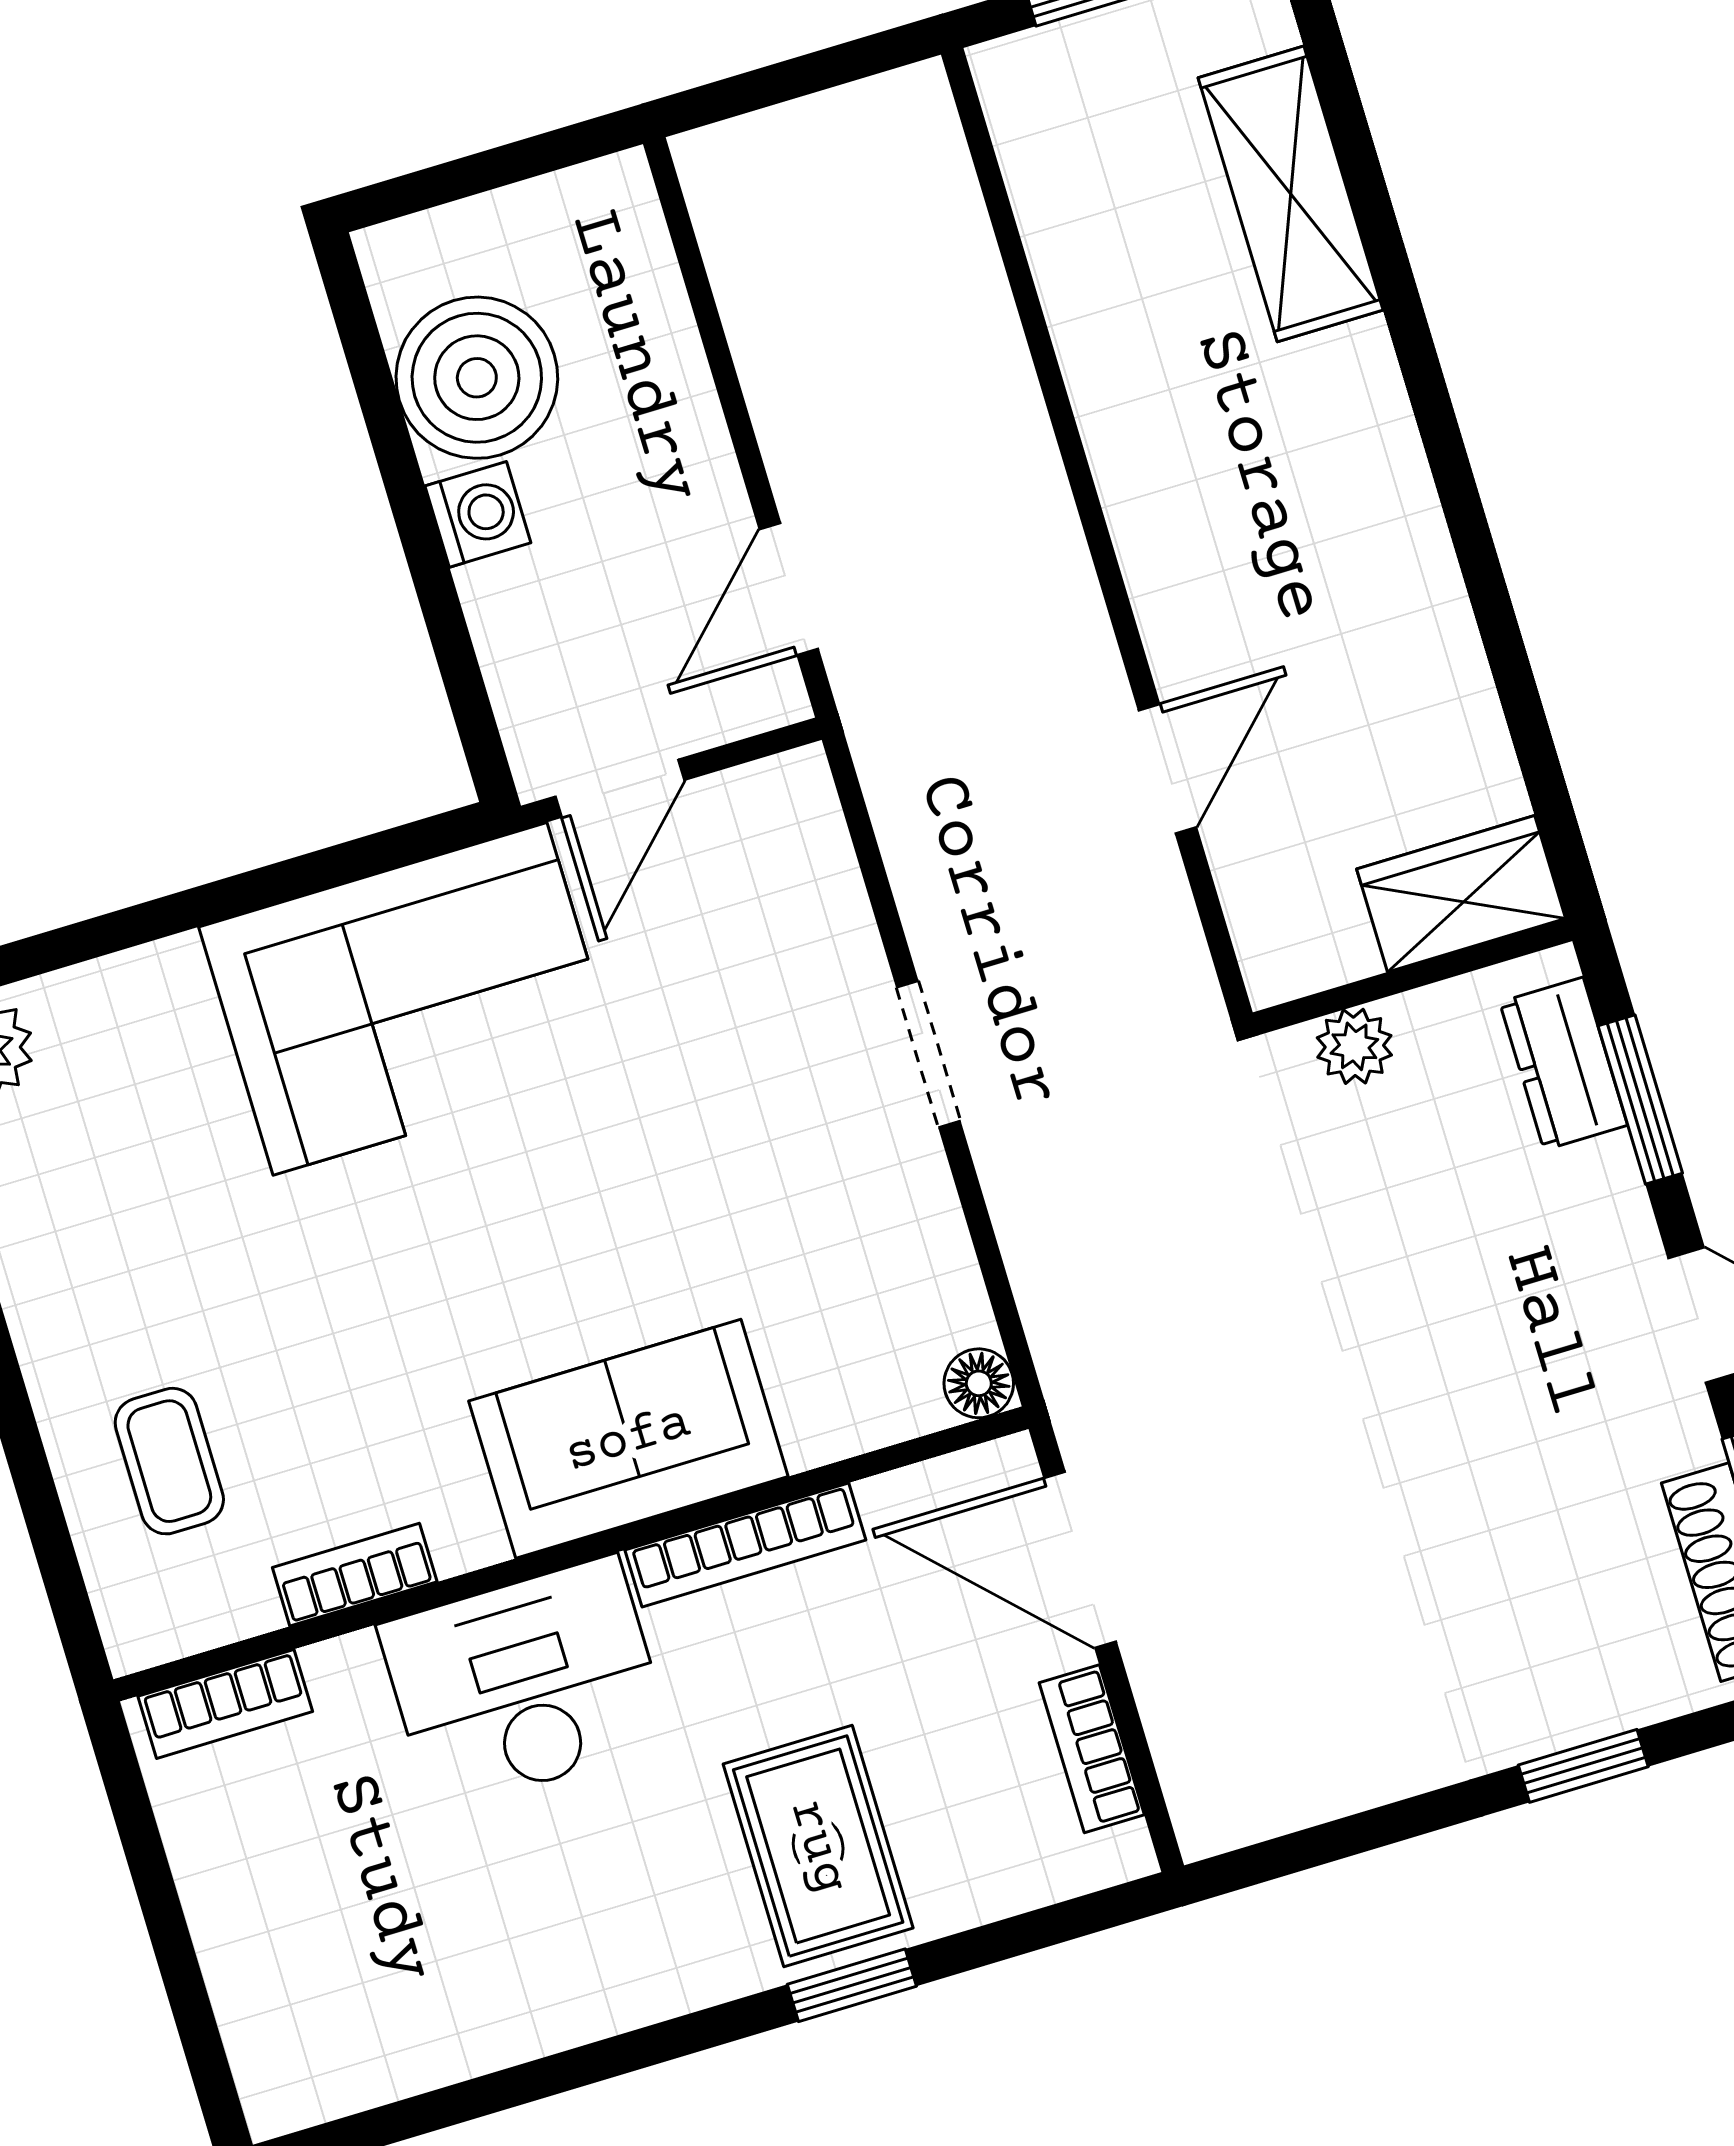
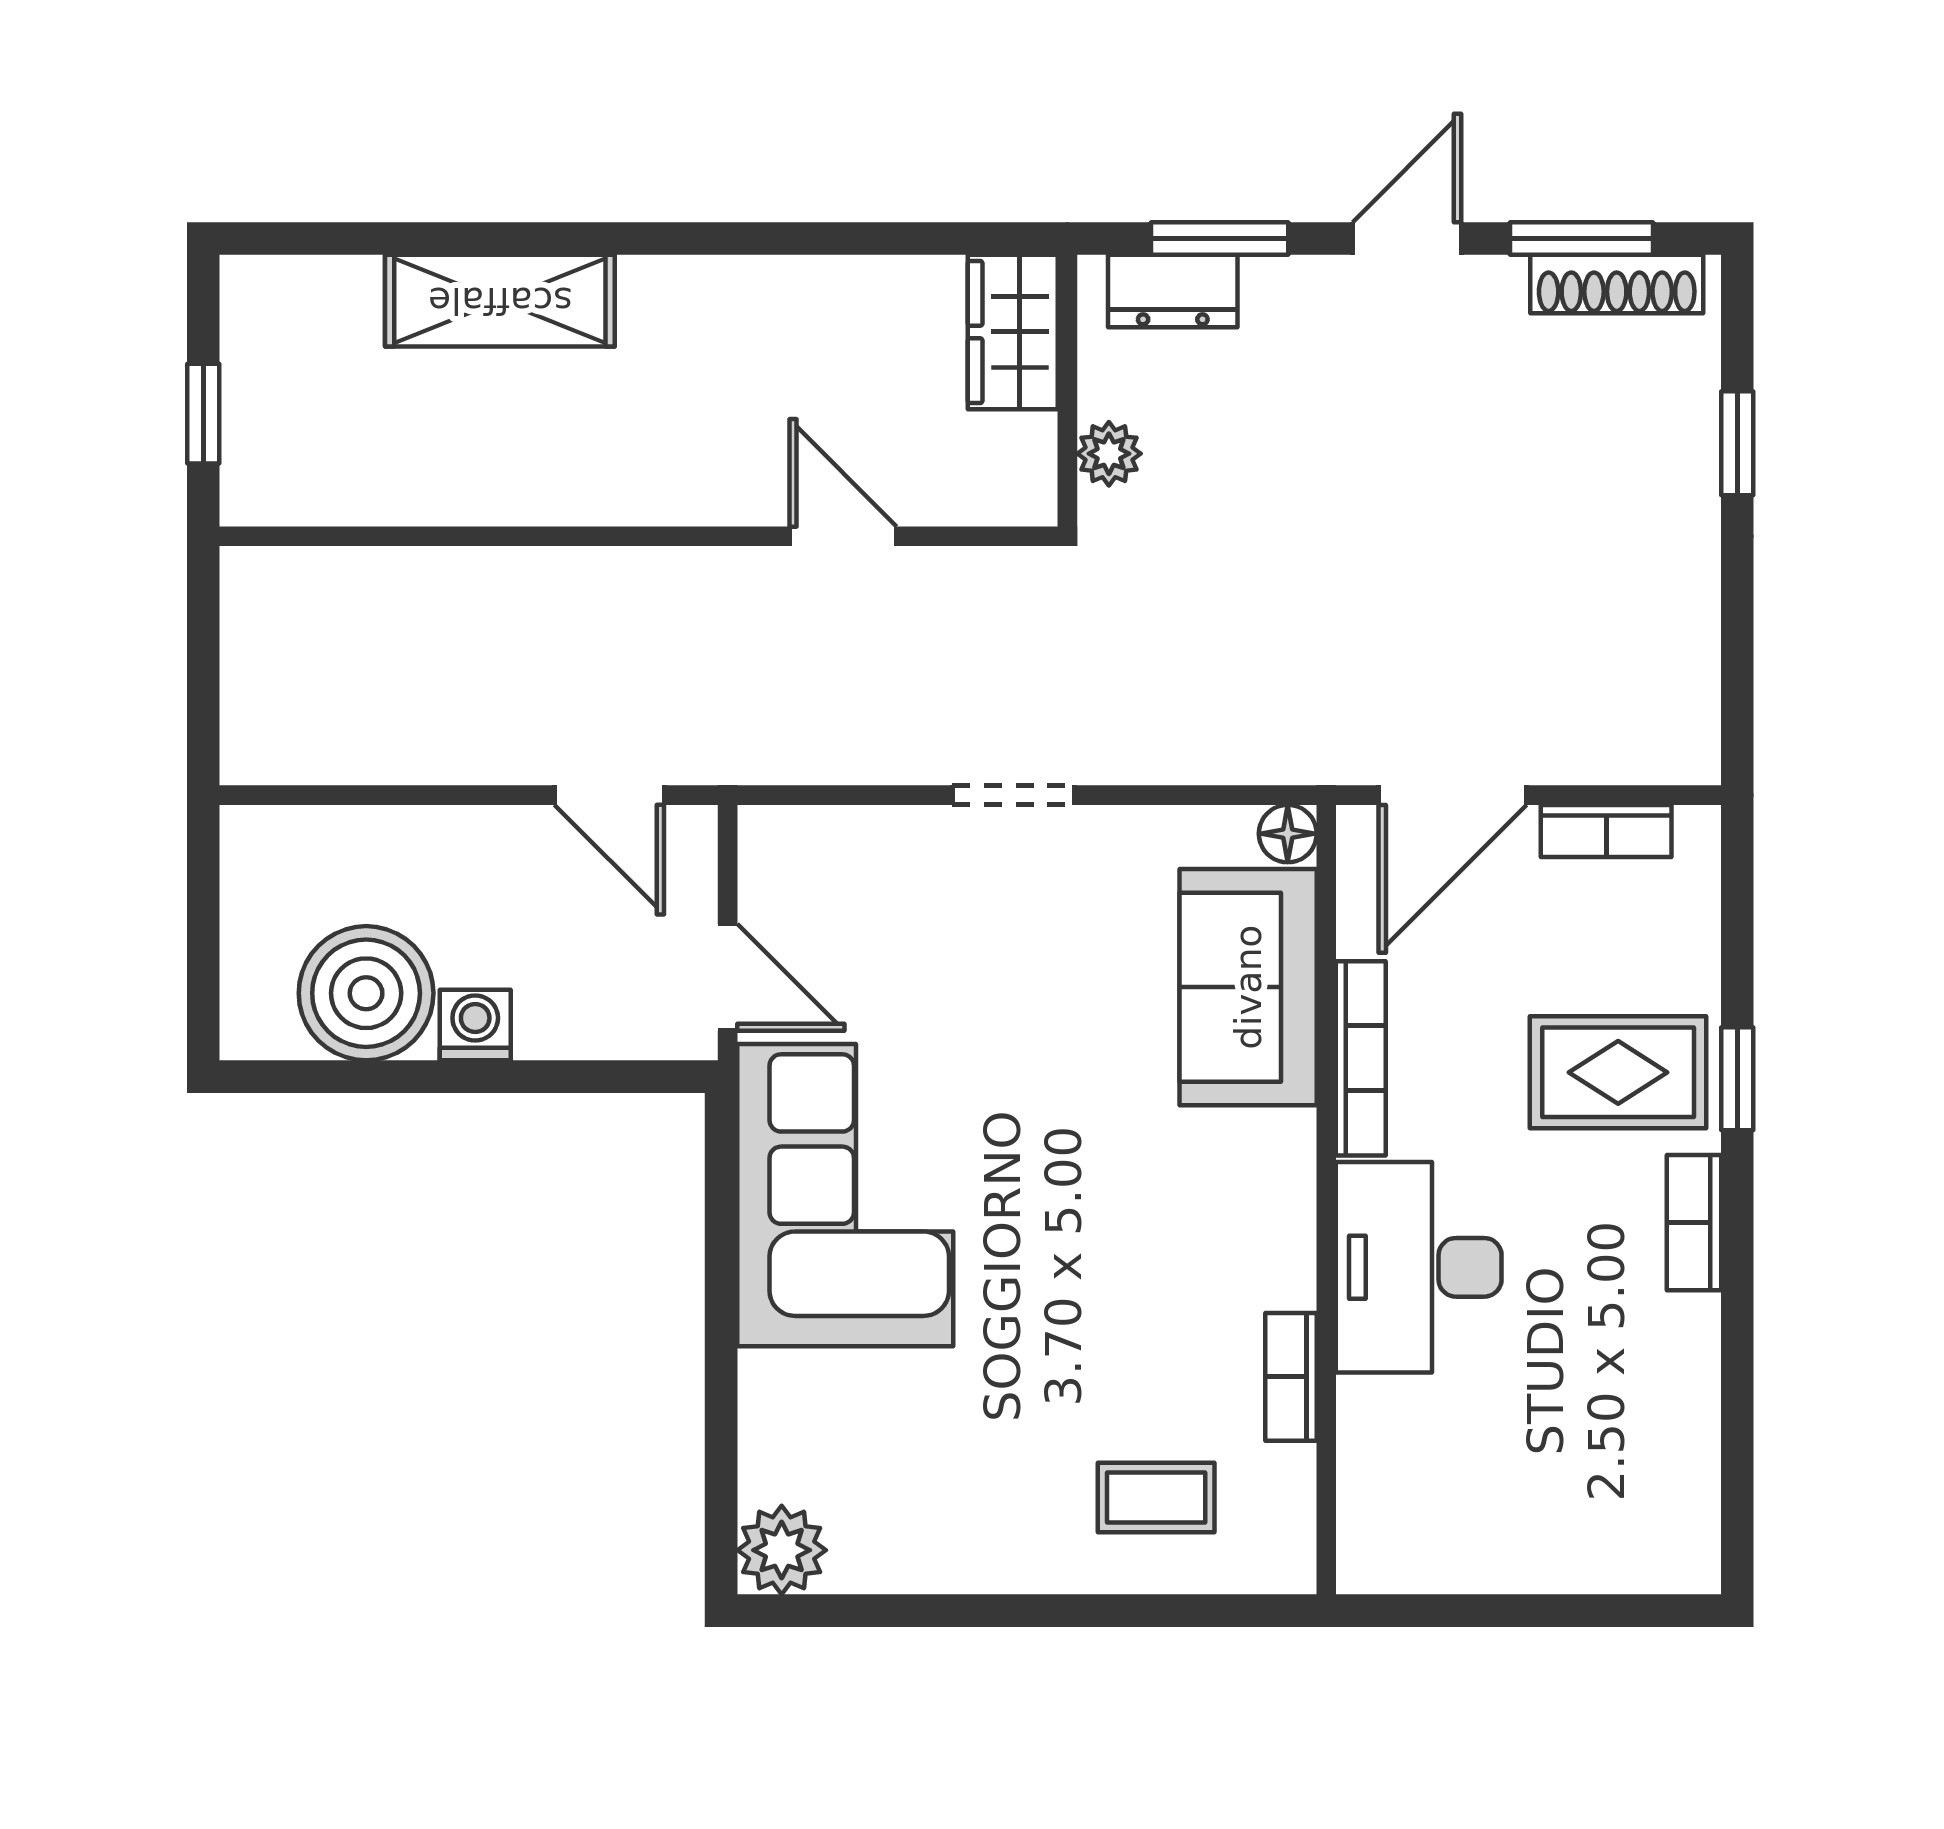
shelving: (1291, 194) -> (500, 301), moved
sofa: (628, 1439) -> (1248, 987), moved
bookcase: (225, 1704) -> (1694, 1223), moved, turned 180

